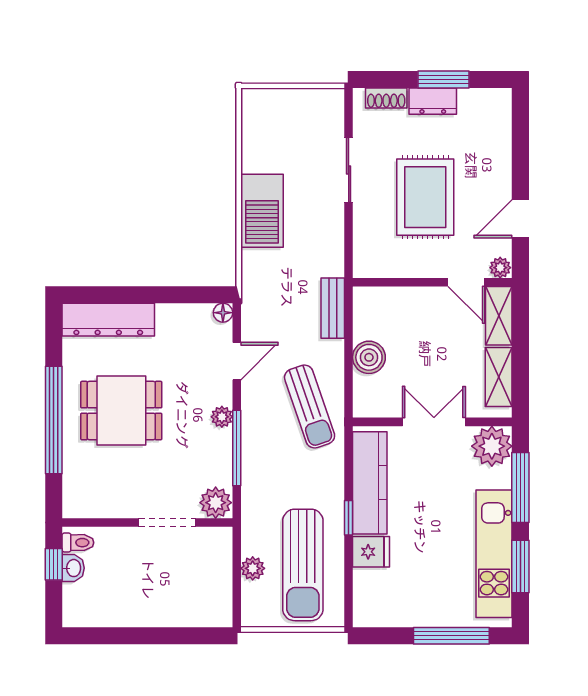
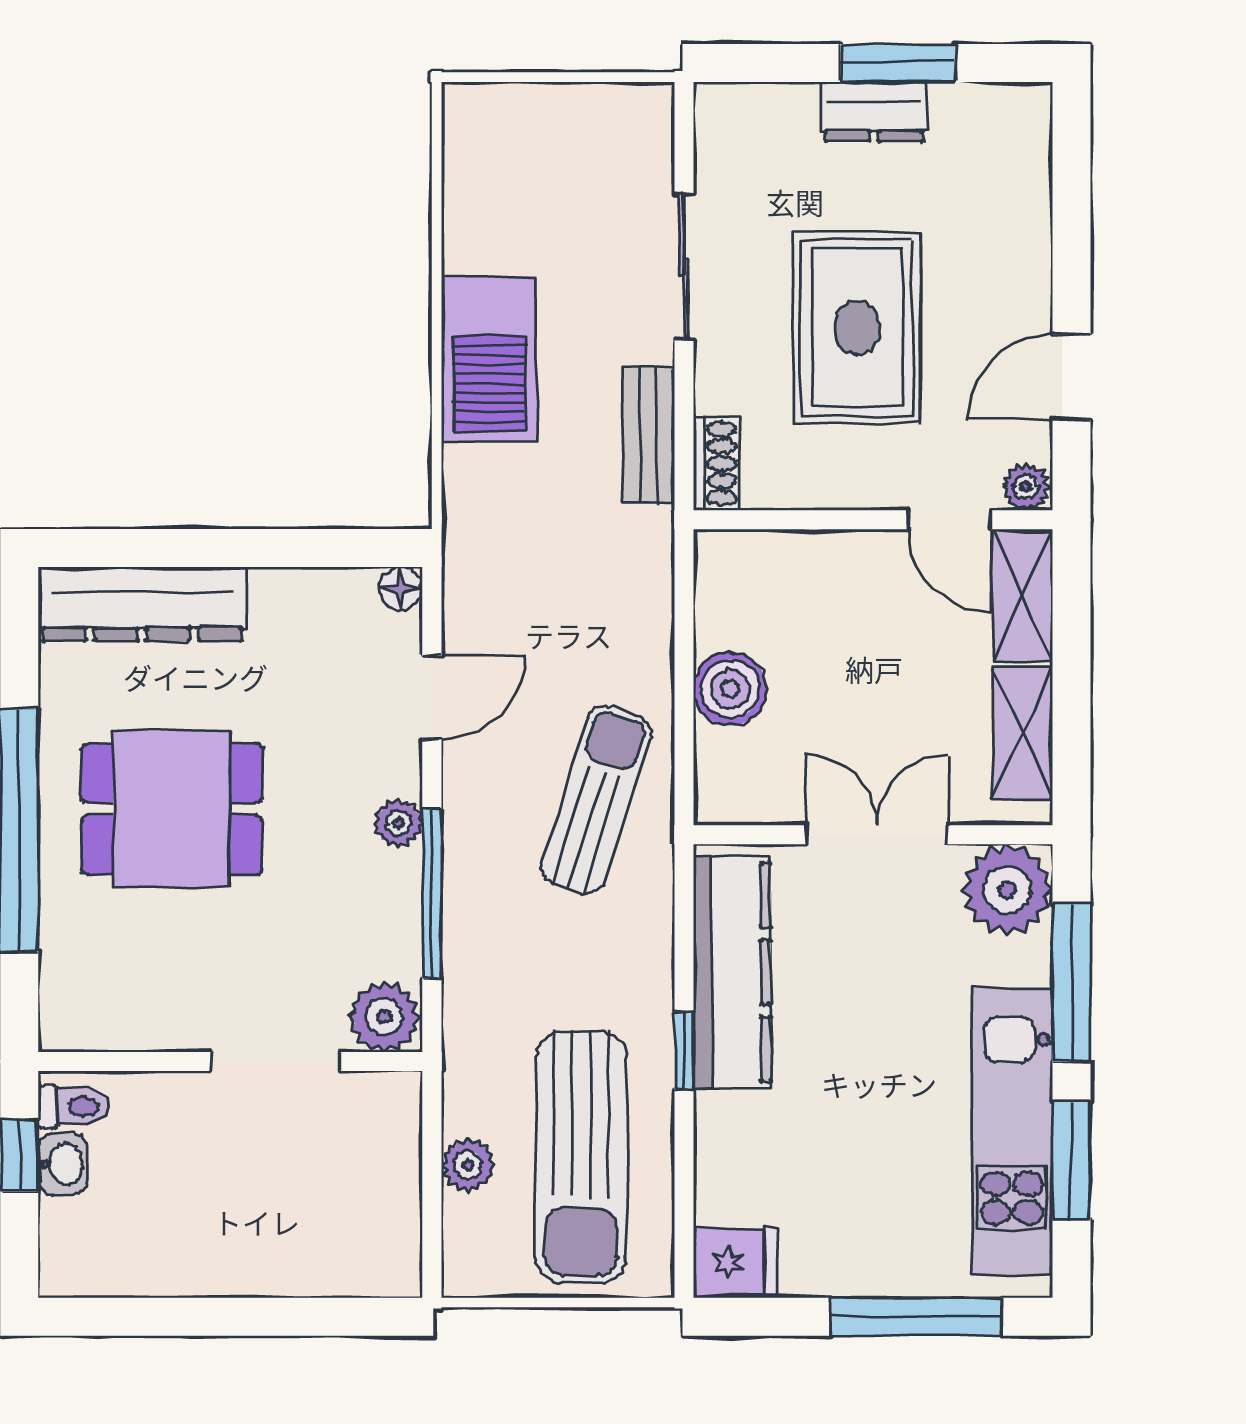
shoe rack: (386, 98) -> (716, 464), moved, turned -90
bench: (333, 308) -> (648, 435), moved
sun lounger: (310, 407) -> (596, 800), turned -143
fridge: (371, 552) -> (735, 1263), moved

